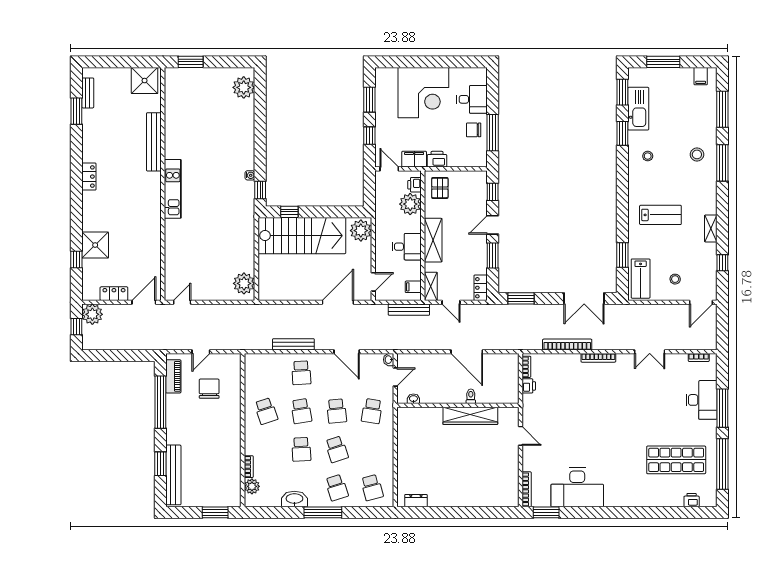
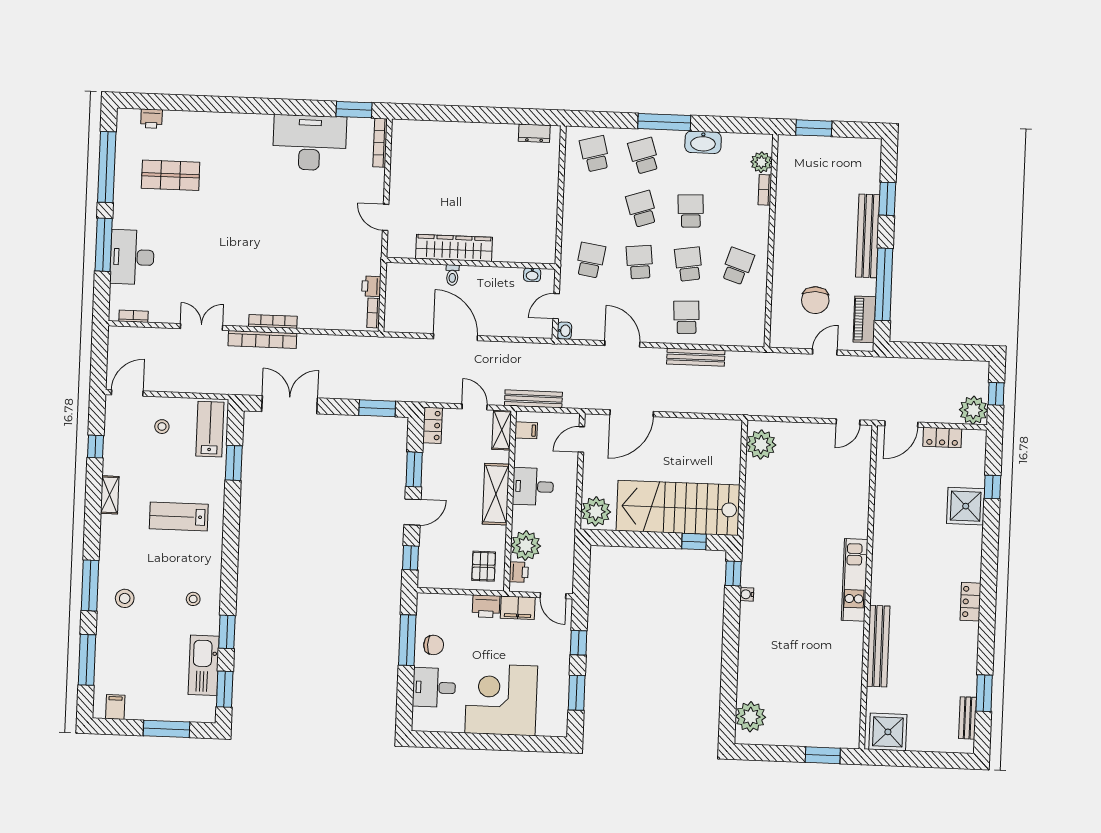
bookcase: (567, 345) -> (262, 339), moved
school desk: (266, 411) -> (738, 266), turned 36
shop shelf: (676, 460) -> (171, 175), width x0.70, depth x0.74
bench: (173, 475) -> (868, 236), moved

